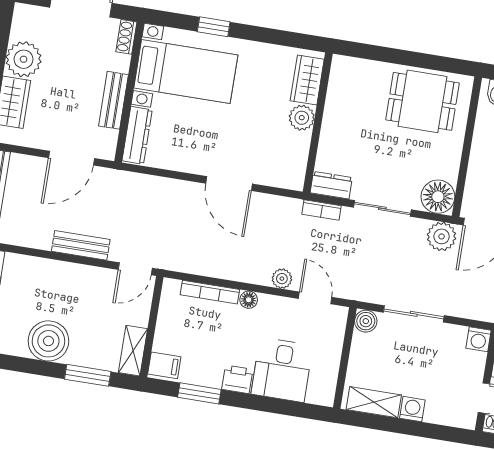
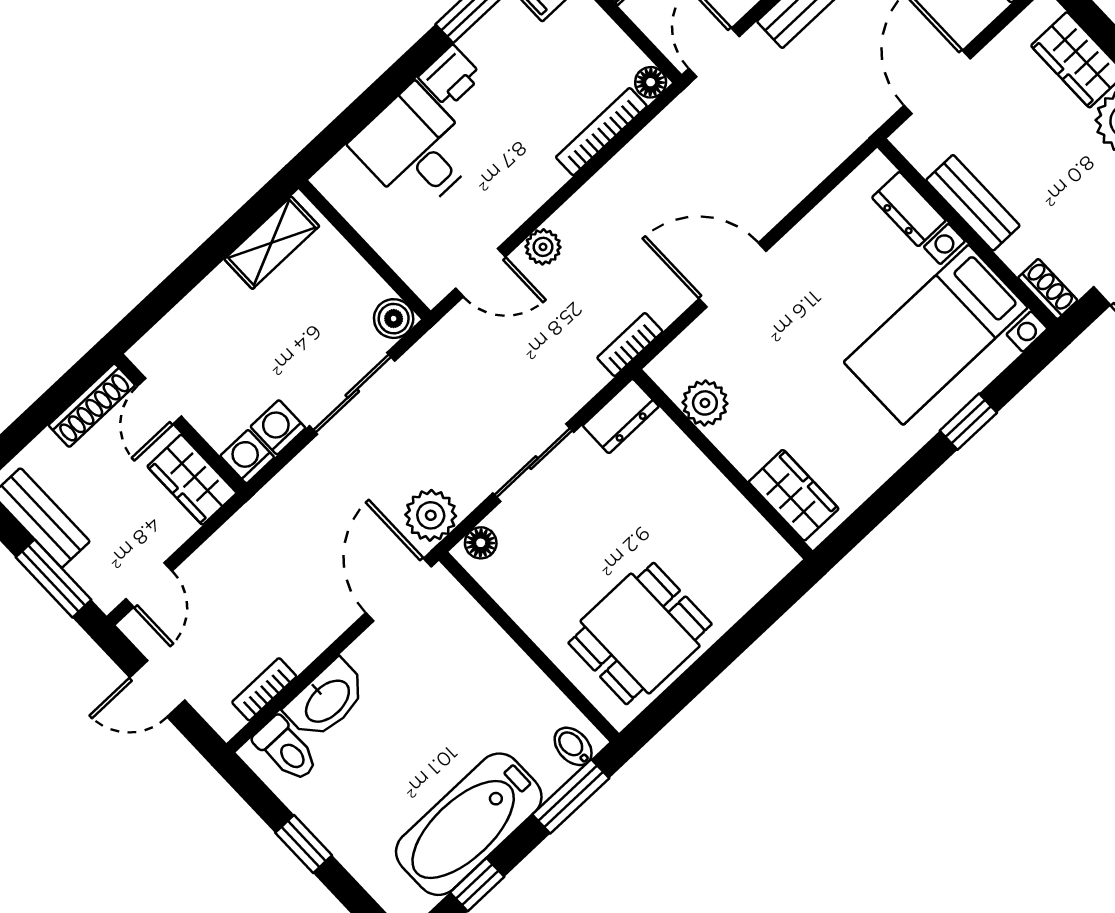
plant: (302, 118) -> (705, 403), moved
dresser: (137, 135) -> (909, 209), width x0.70
floor lamp: (438, 197) -> (481, 543), width x0.53, depth x0.53
bookcase: (322, 210) -> (630, 345), moved
floor lamp: (249, 300) -> (651, 82), moved
washing machine: (412, 409) -> (278, 427), moved, turned 180

